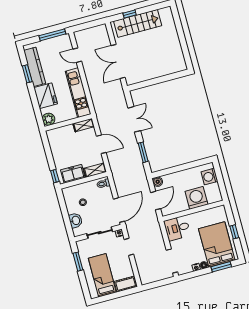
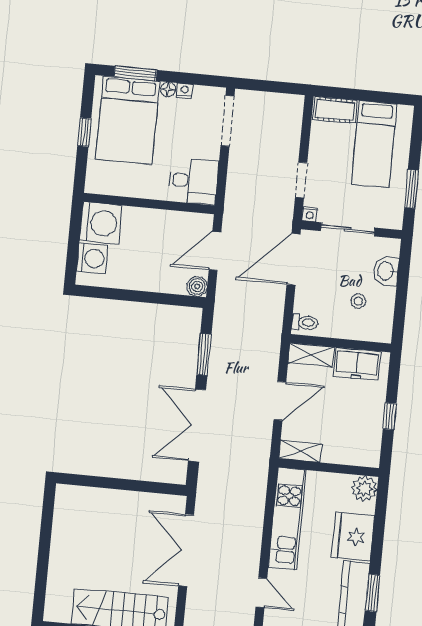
double door: (118, 61) -> (186, 550), swing flipped
double door: (134, 119) -> (197, 425), width x1.37
door: (101, 144) -> (280, 401), swing flipped
window: (55, 176) -> (390, 416), moved
washing machine: (196, 198) -> (101, 223), moved, turned -90

